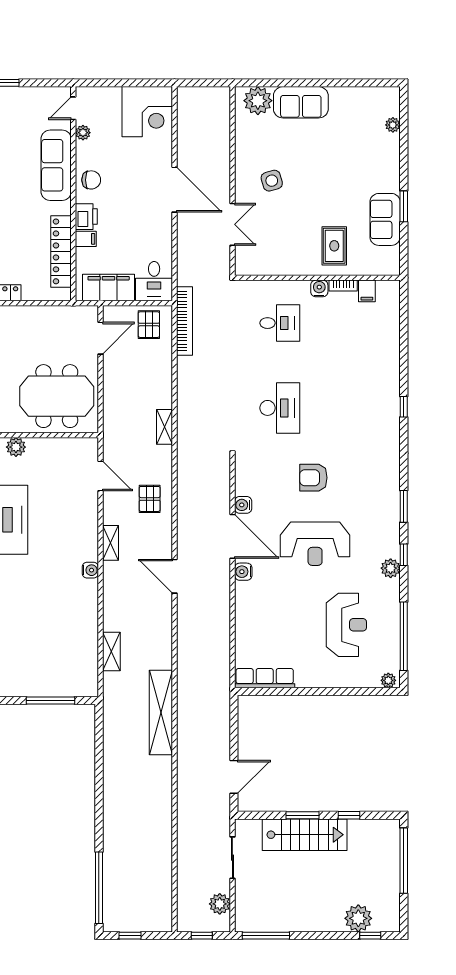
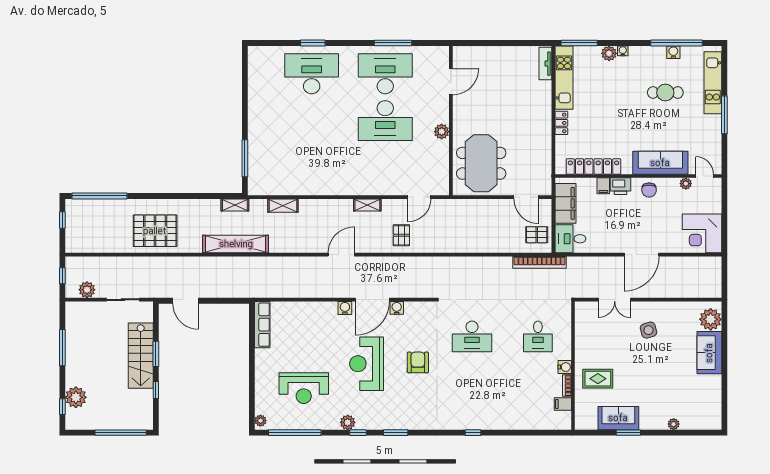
plant: (393, 125) -> (674, 424), moved
shelving: (164, 427) -> (235, 205), moved
pallet: (150, 499) -> (401, 235), turned 90
water cooler: (90, 570) -> (346, 189), removed
pallet: (144, 816) -> (155, 231), added
window: (266, 936) -> (62, 348), moved

